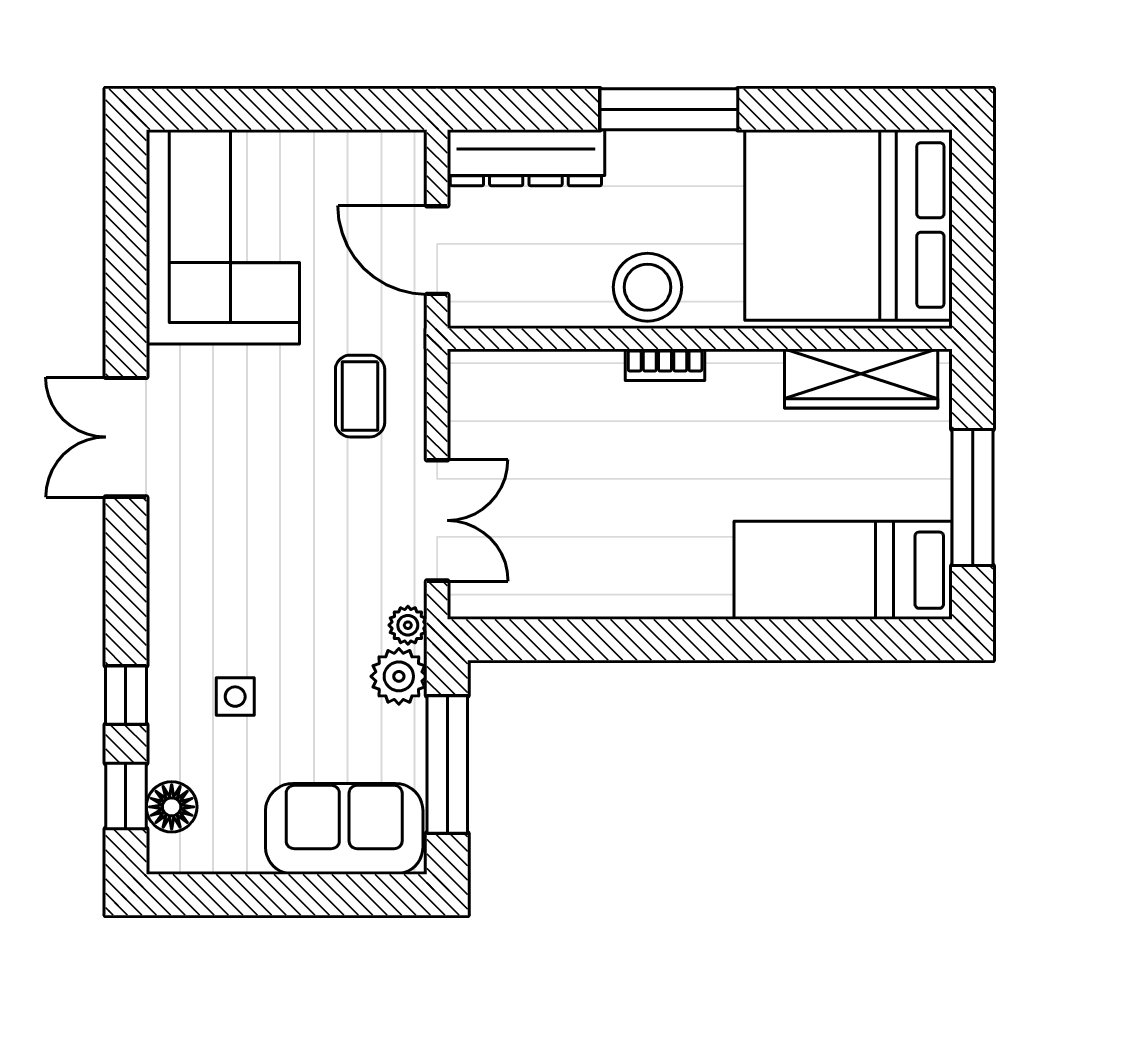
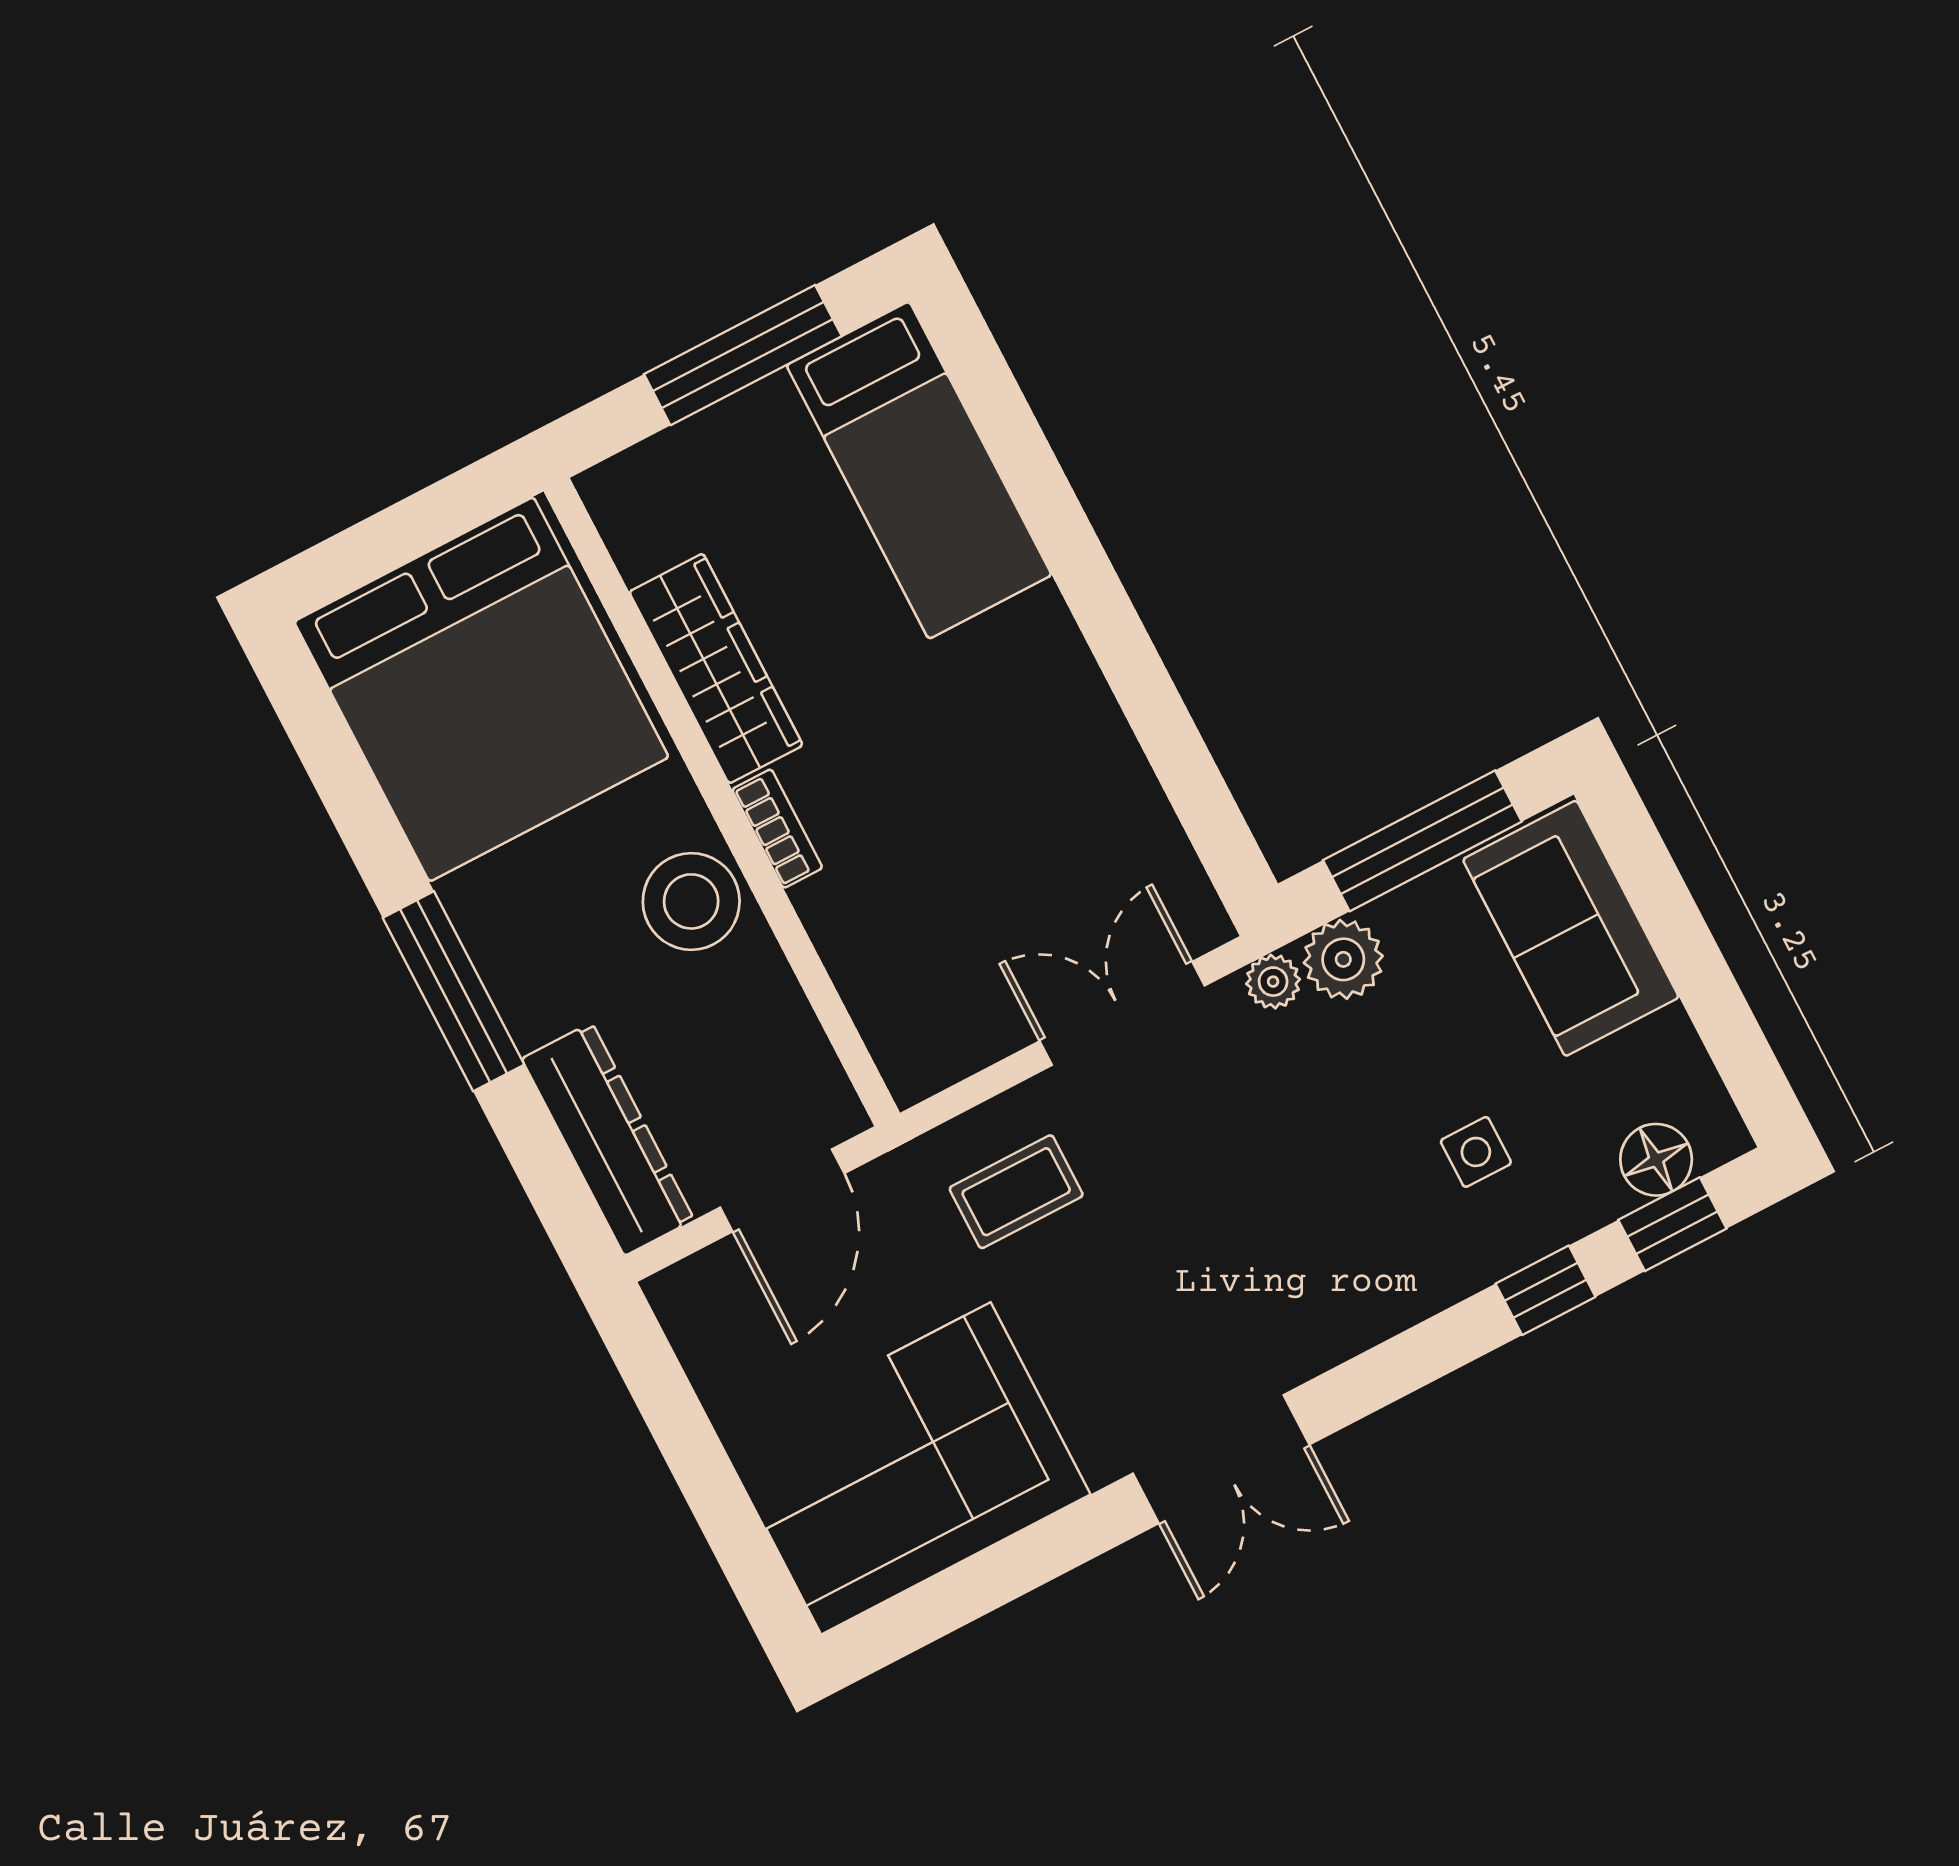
wardrobe: (861, 379) -> (716, 669), moved

